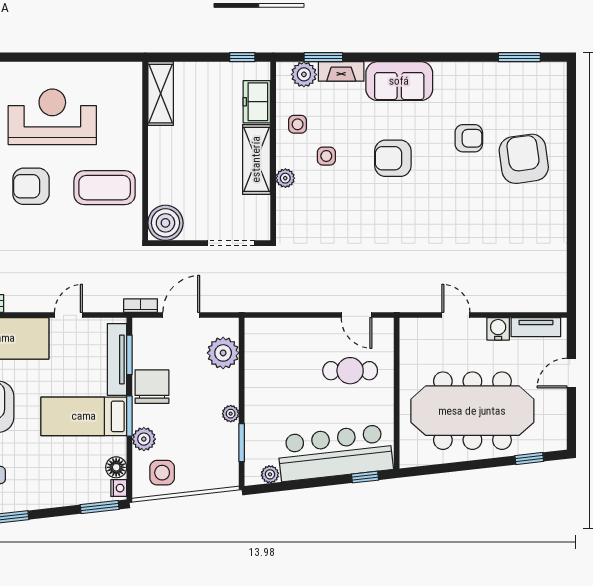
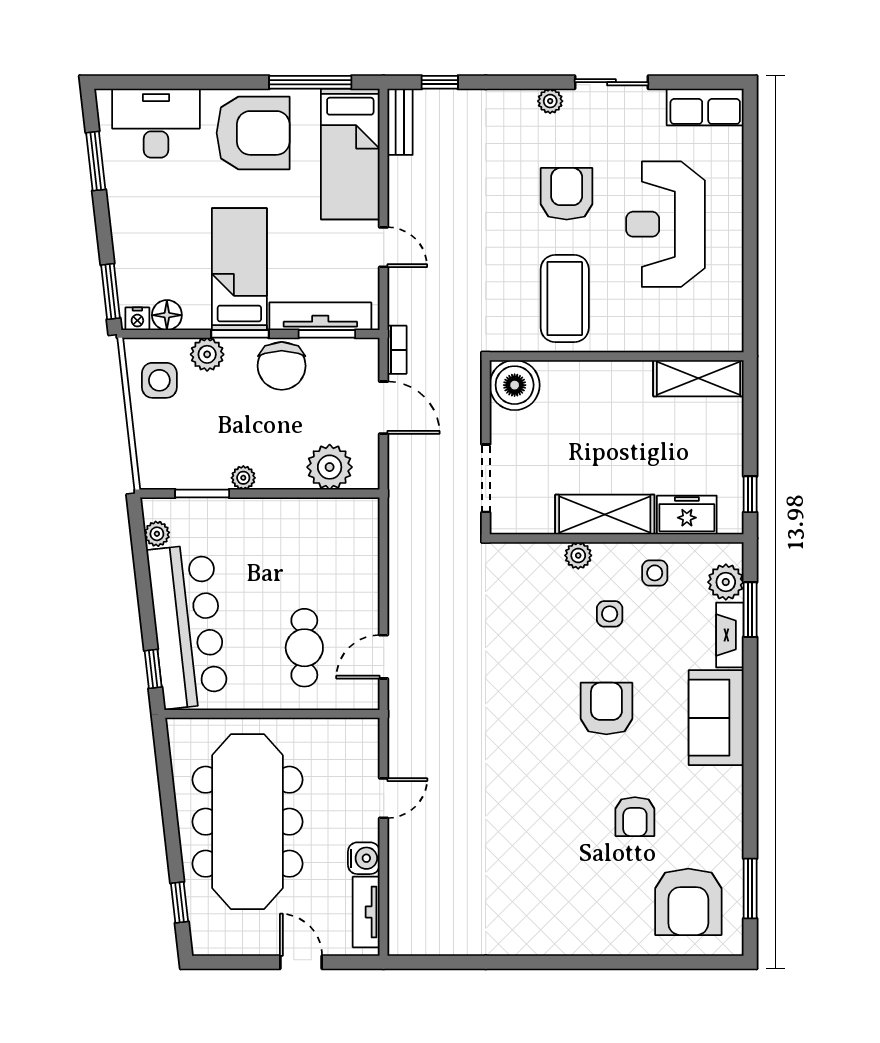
reception desk: (52, 117) -> (665, 224), turned 180
armchair: (524, 159) -> (688, 902), moved, turned 98
chair: (152, 387) -> (282, 366), turned 90

